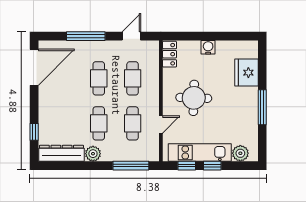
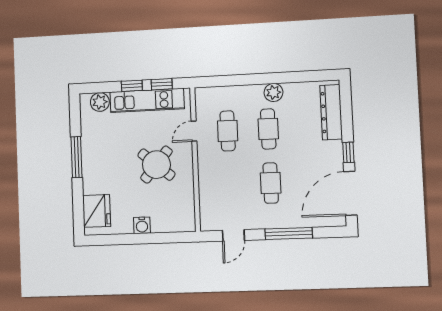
locker: (169, 54) -> (187, 215), removed
fridge: (246, 73) -> (97, 211), moved
cafe table: (133, 78) -> (230, 185), removed
round table: (194, 98) -> (156, 165), turned 38
window: (34, 132) -> (348, 152), moved
dresser: (61, 153) -> (331, 112), moved, turned 90
window: (131, 166) -> (228, 81), removed

